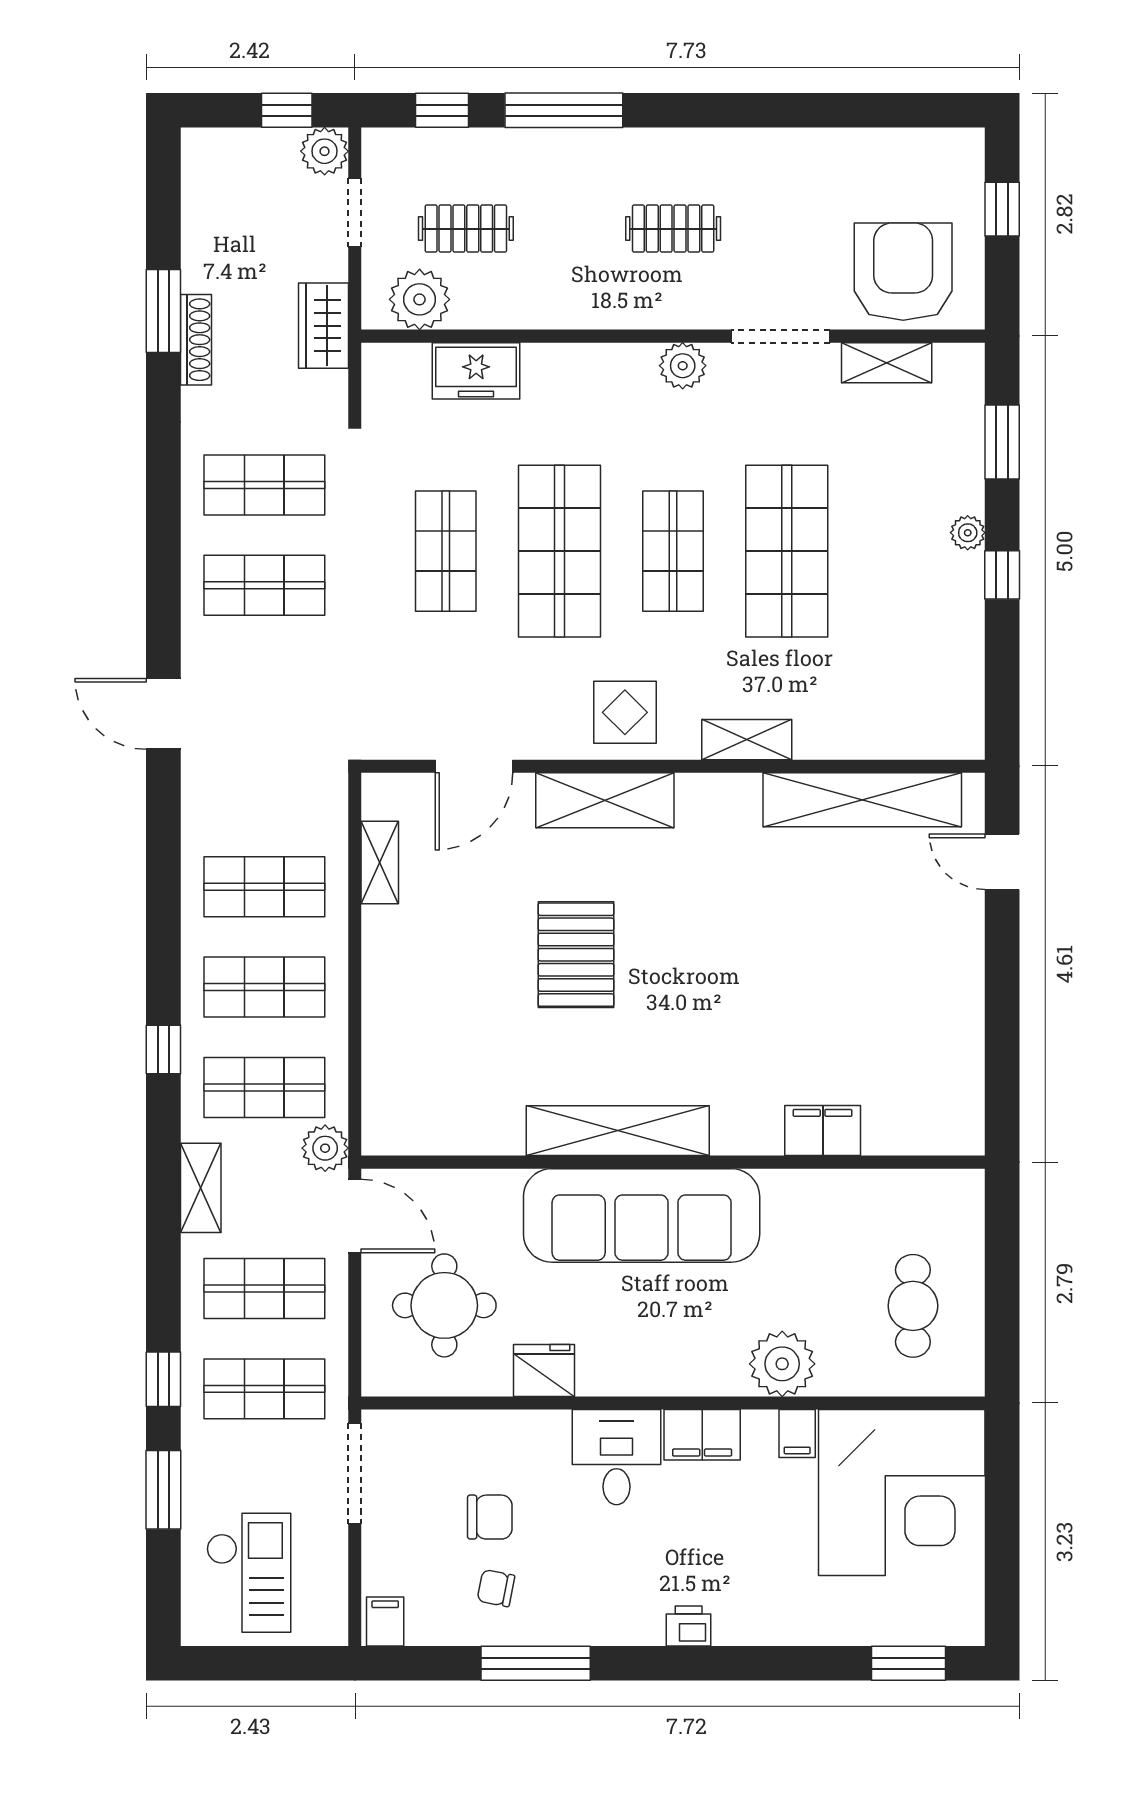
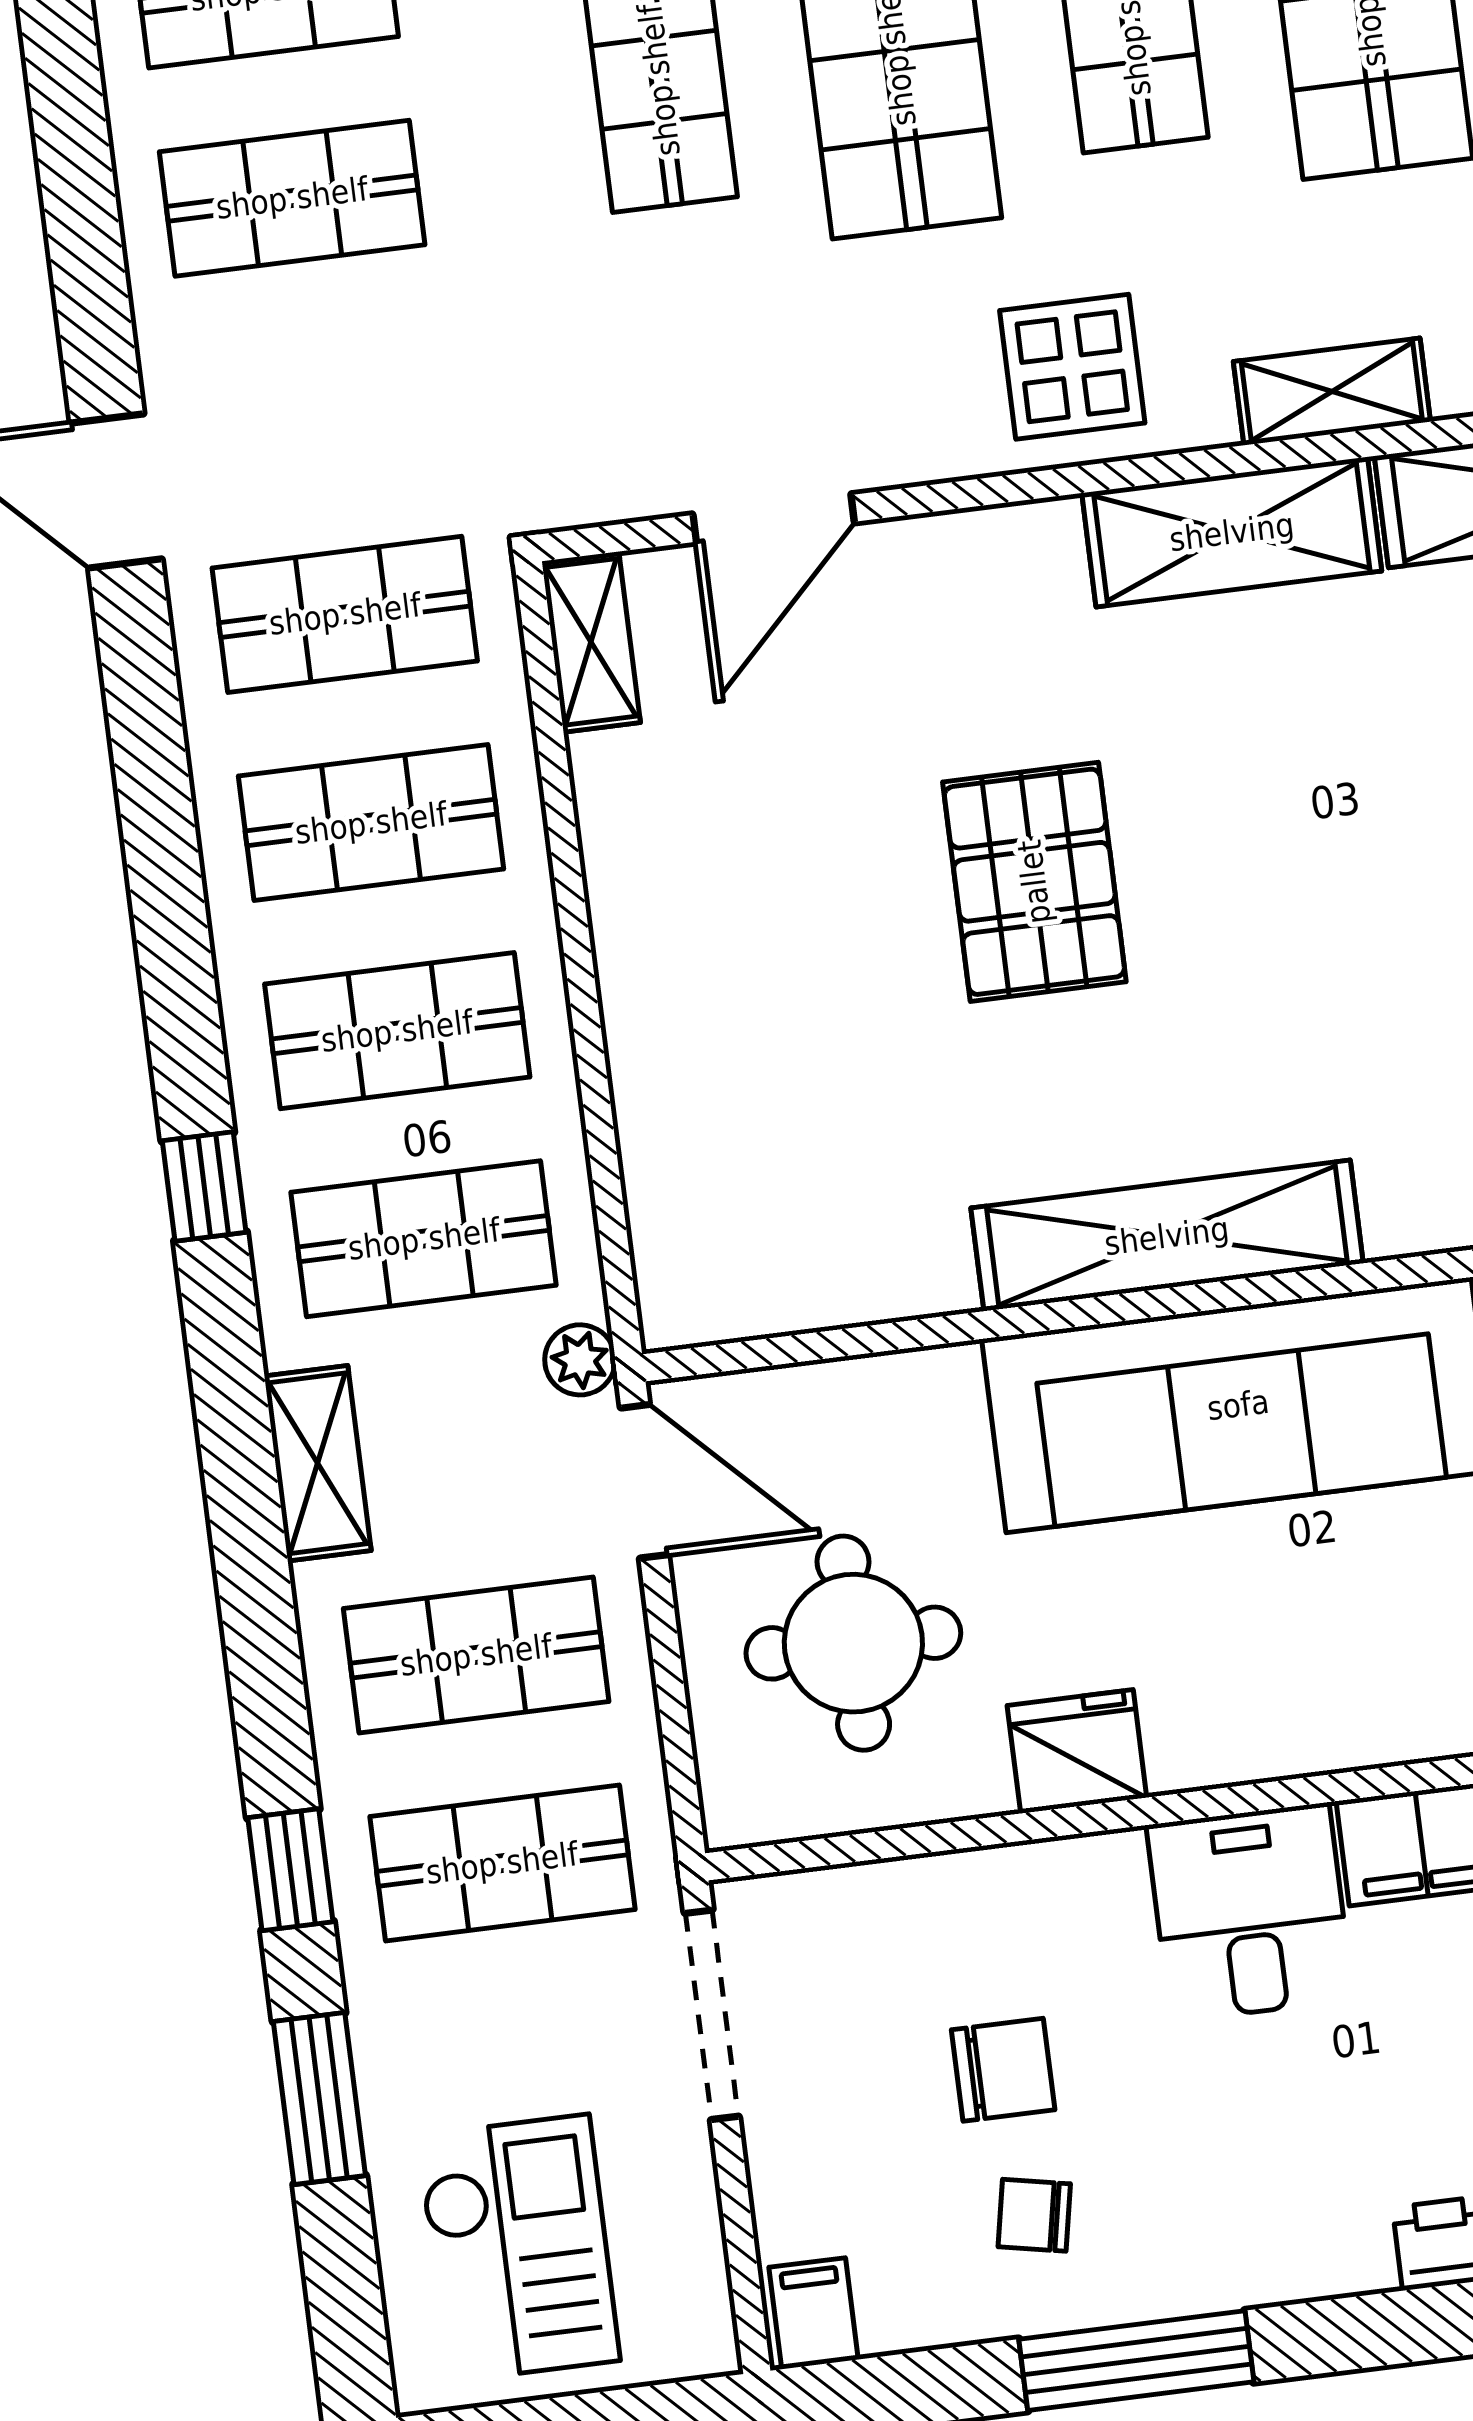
shop shelf: (264, 786) -> (345, 614), added
shelving: (605, 800) -> (1232, 532), moved
shelving: (380, 862) -> (591, 642), moved
plant: (325, 1148) -> (580, 1360), width x0.73, depth x0.73

